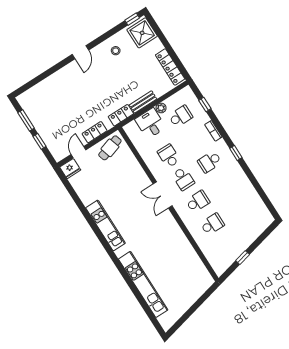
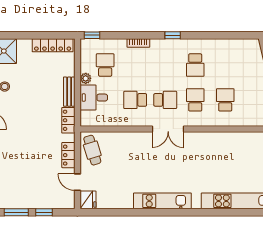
window: (205, 105) -> (92, 35), moved
school desk: (210, 162) -> (195, 65), moved

